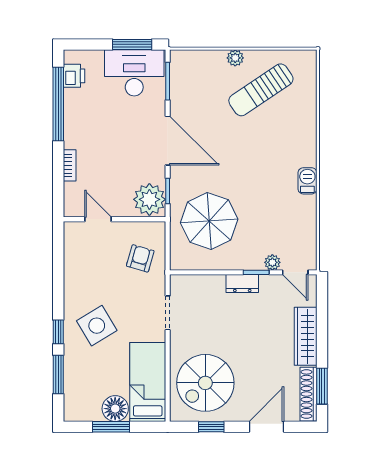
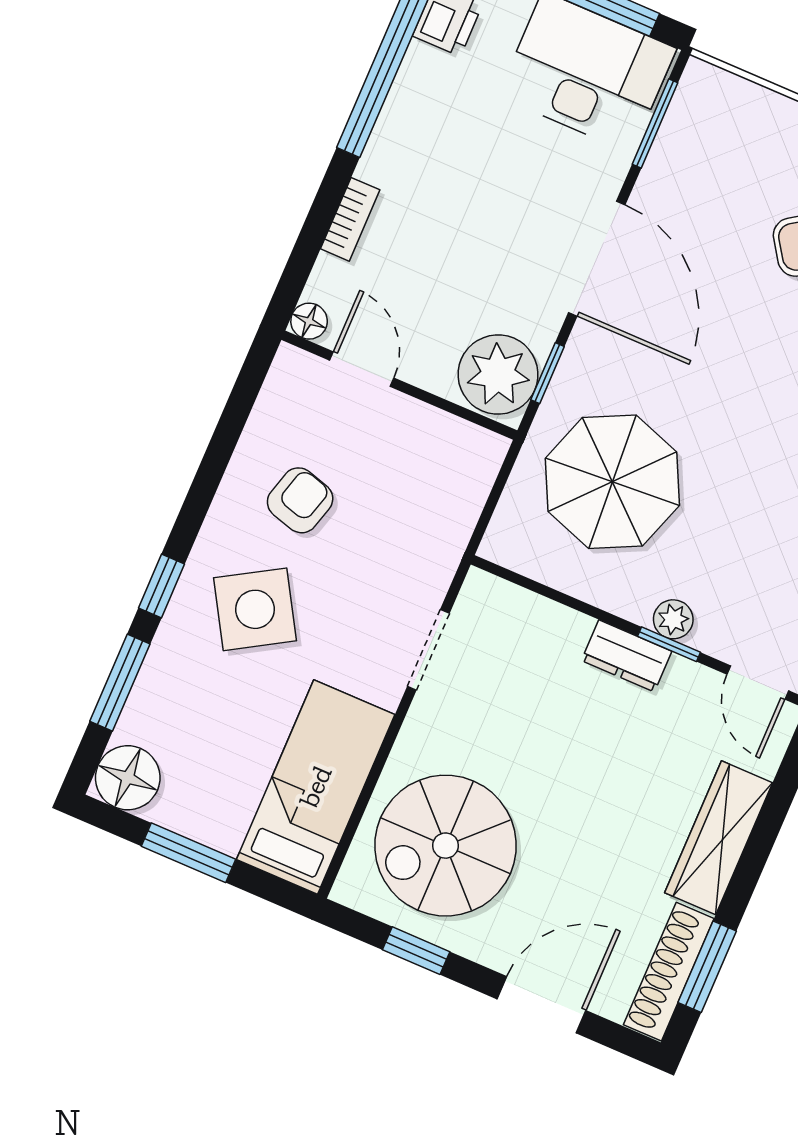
floor lamp: (71, 210) -> (309, 321), added
armchair: (140, 258) -> (300, 500), moved
plant: (272, 262) -> (673, 619), moved
floor lamp: (115, 409) -> (128, 778), moved

